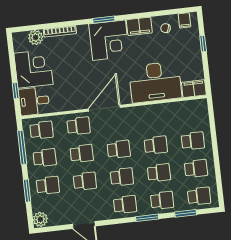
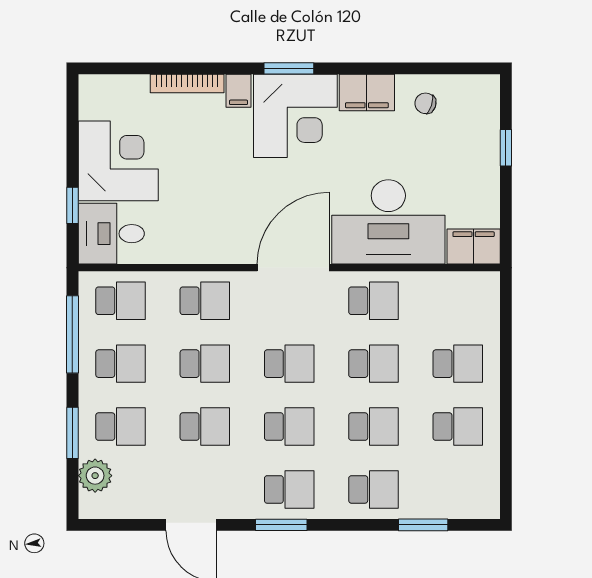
filing cabinet: (184, 20) -> (239, 91), moved
plant: (36, 37) -> (131, 91), removed
door: (104, 108) -> (293, 268), moved
school desk: (199, 196) -> (373, 301), moved
window: (147, 218) -> (281, 525), moved
plant: (40, 219) -> (95, 476), moved

